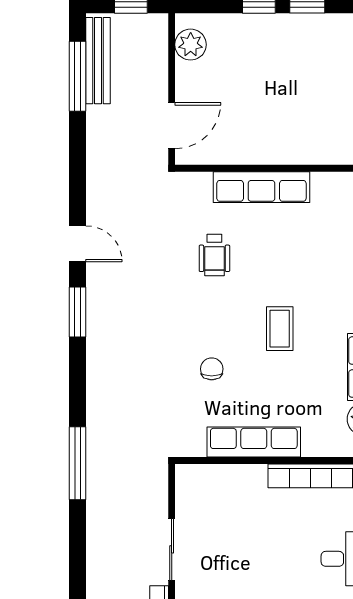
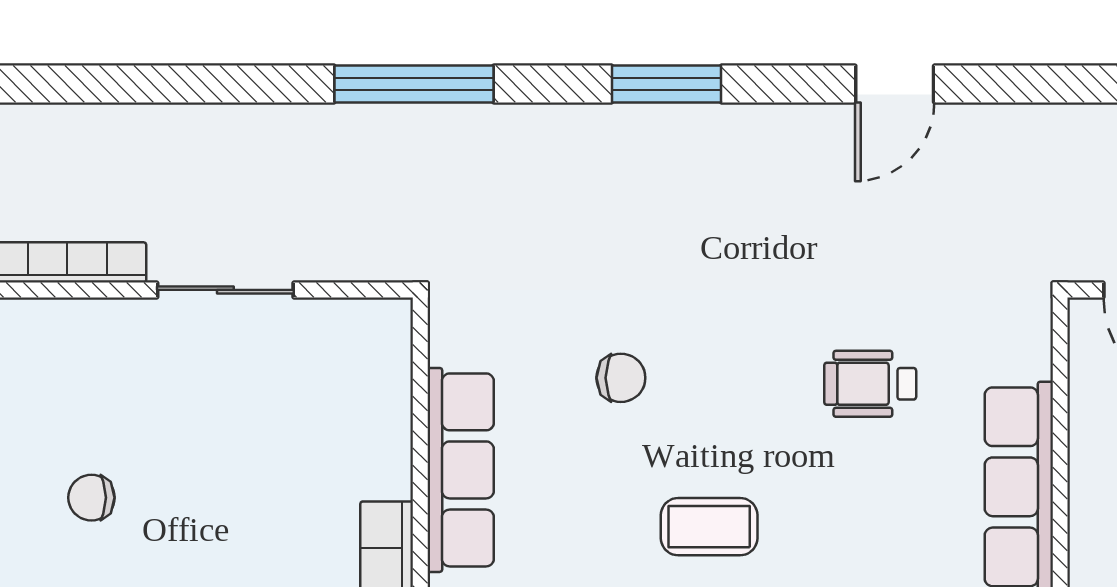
window: (78, 312) -> (667, 84), moved

